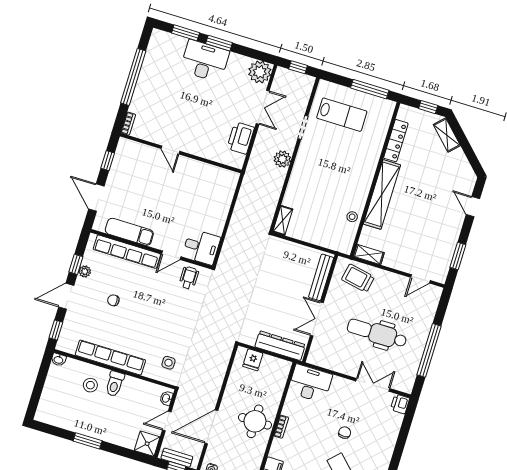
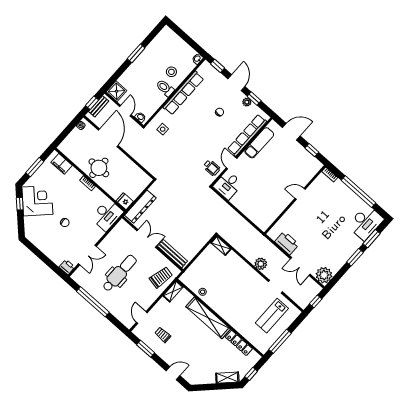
desk: (205, 61) -> (366, 223), moved
trolley: (430, 242) -> (163, 335), added
fridge: (253, 360) -> (125, 201), moved

